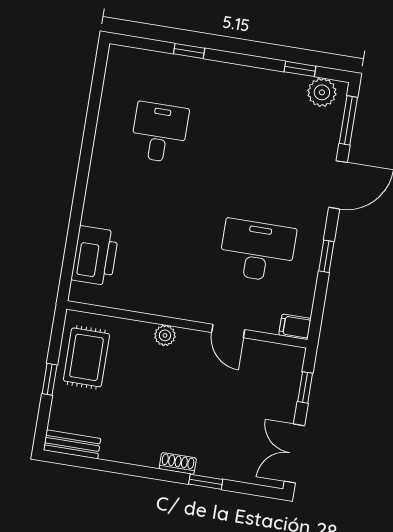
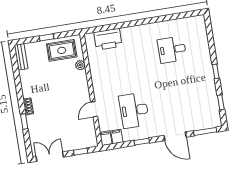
window: (189, 51) -> (216, 71), moved
plant: (322, 92) -> (214, 116), removed
desk: (159, 132) -> (172, 50), turned 180
desk: (257, 251) -> (134, 110), turned 180
filing cabinet: (299, 303) -> (117, 136), added
plant: (165, 335) -> (80, 65), moved

